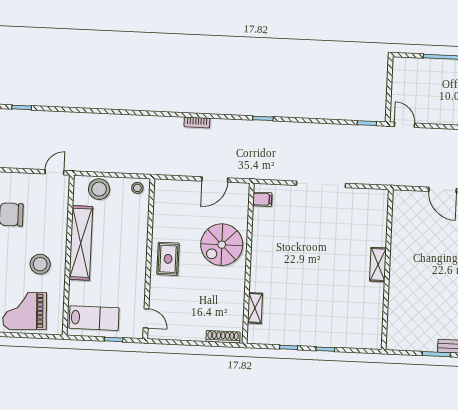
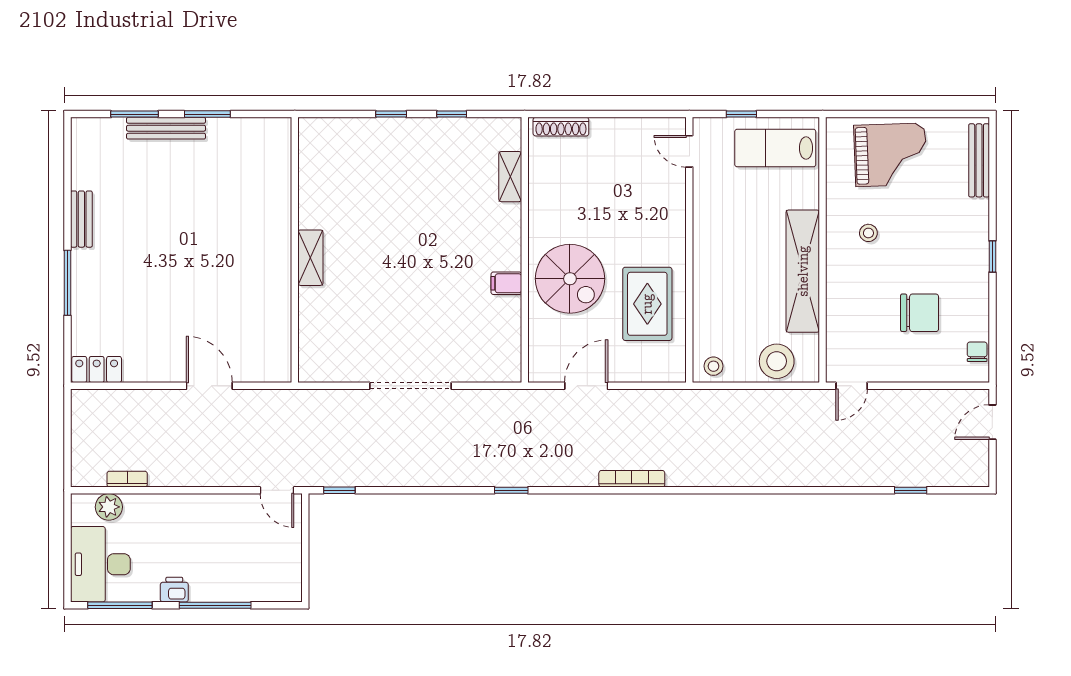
bookcase: (197, 122) -> (632, 479), width x1.56
filing cabinet: (262, 199) -> (506, 283), moved
spiral stairs: (222, 245) -> (570, 279), turned 90
rug: (168, 259) -> (647, 304), moved, width x1.36, depth x1.43
stool: (40, 264) -> (868, 233), width x0.53, depth x0.53

